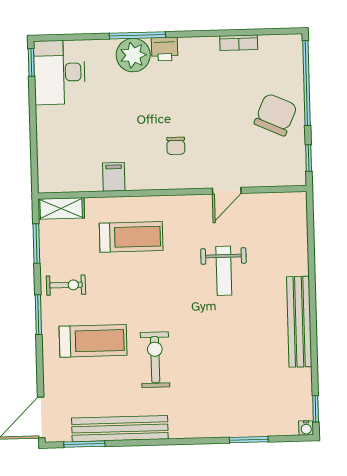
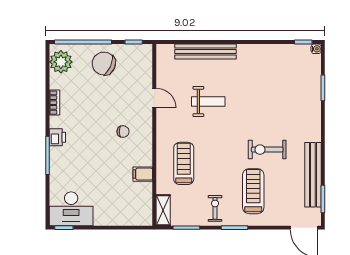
bookcase: (239, 43) -> (55, 103), moved
plant: (133, 55) -> (61, 62), moved
bench: (299, 322) -> (205, 52), moved

